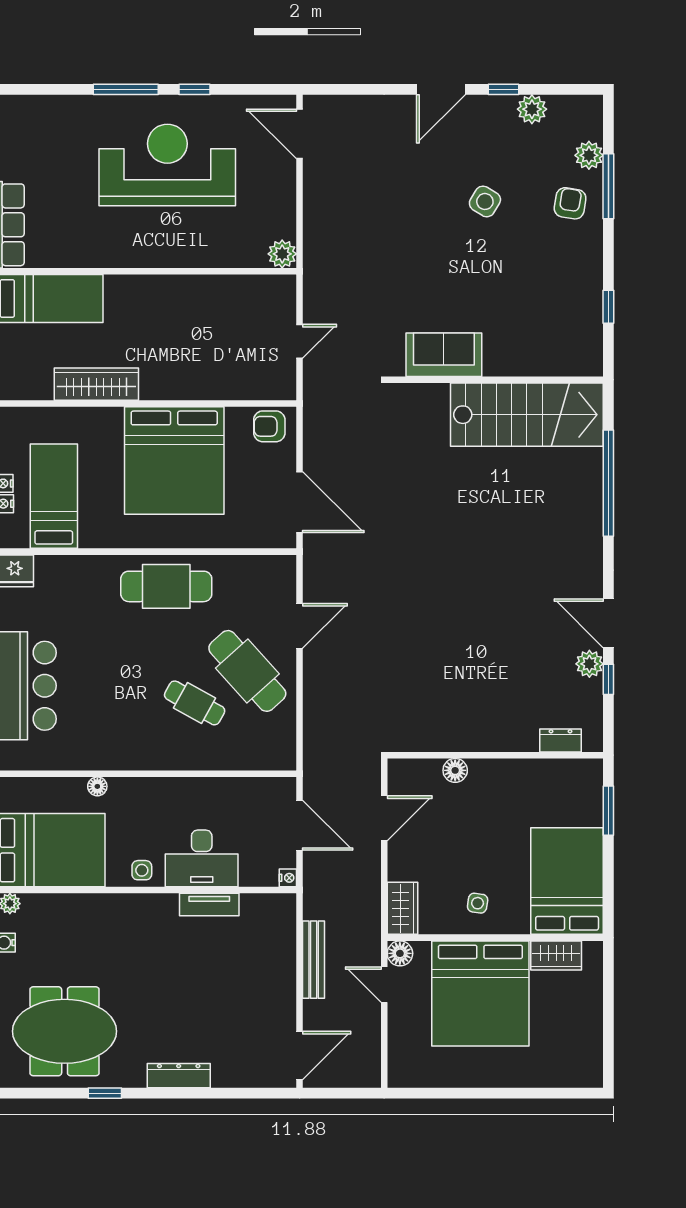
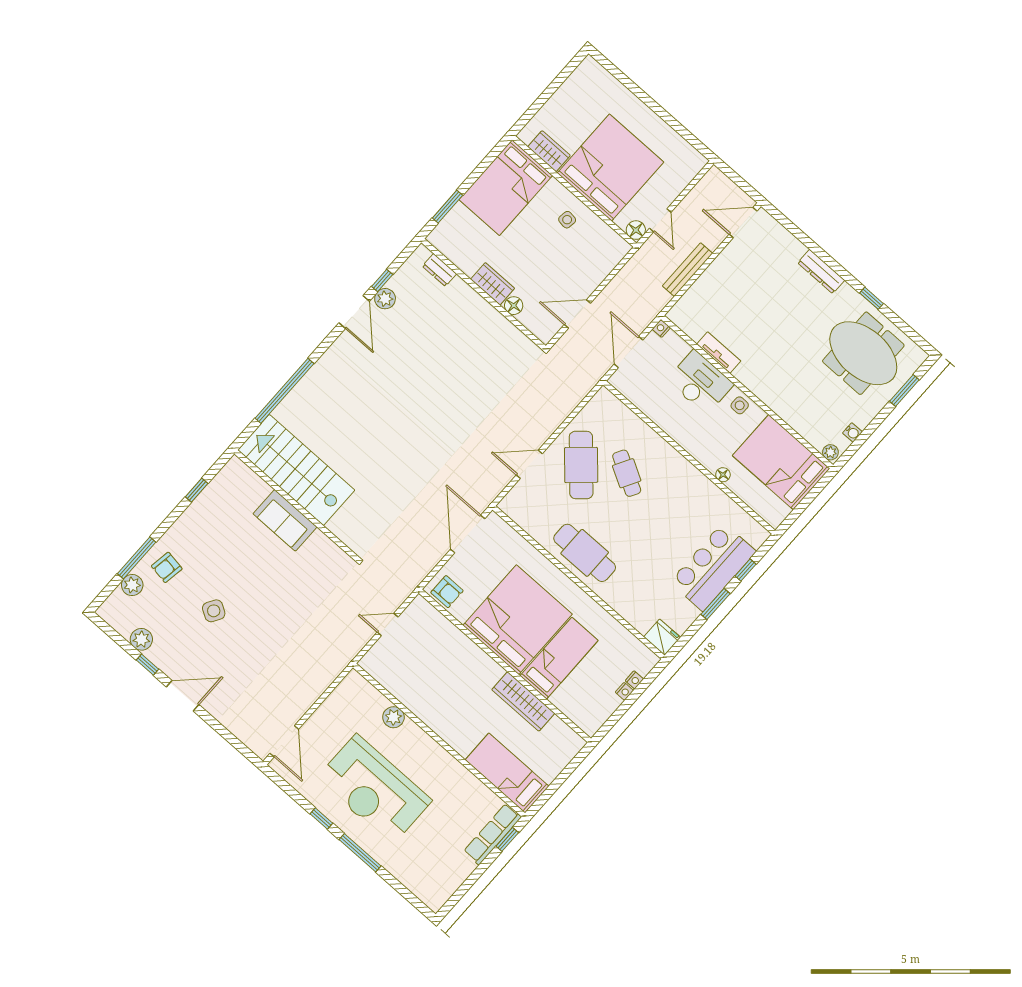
plant: (282, 254) -> (393, 717), moved
sofa: (444, 355) -> (285, 520), moved
bed: (54, 496) -> (559, 658), moved, turned 180
wardrobe: (403, 908) -> (493, 284), moved, turned 90

